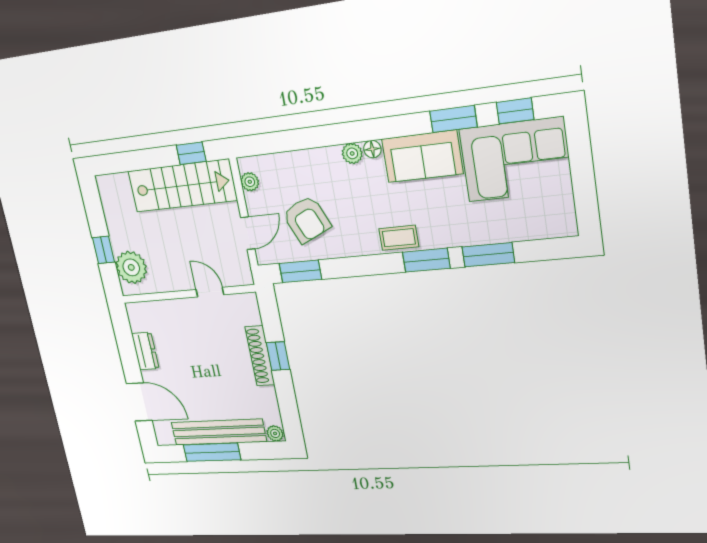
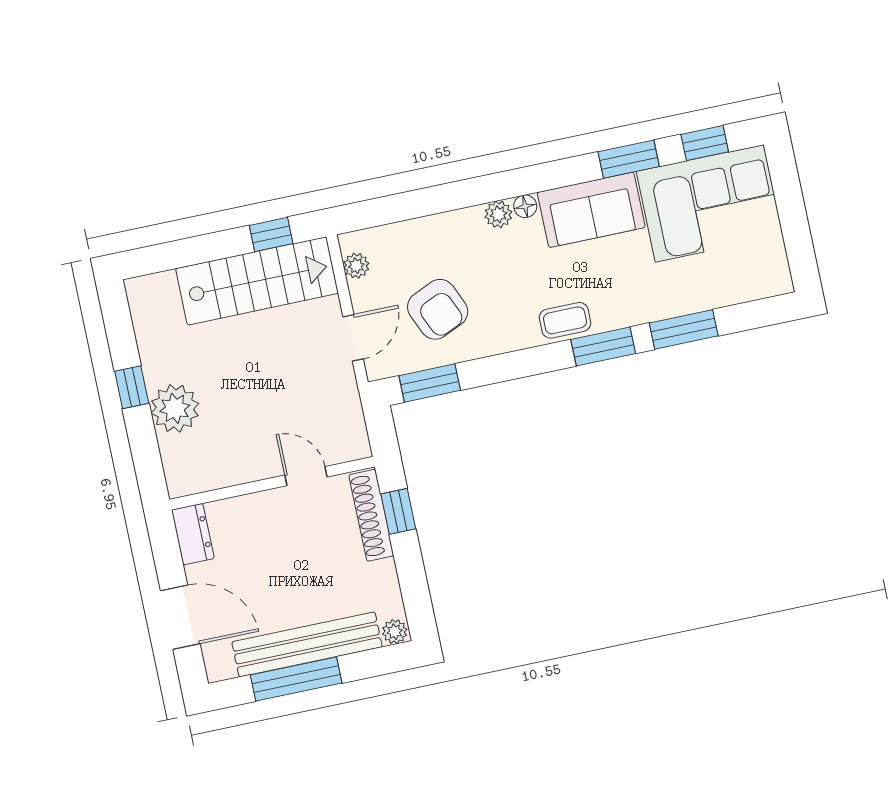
door: (210, 292) -> (306, 476), moved
wall: (188, 294) -> (272, 483), moved

